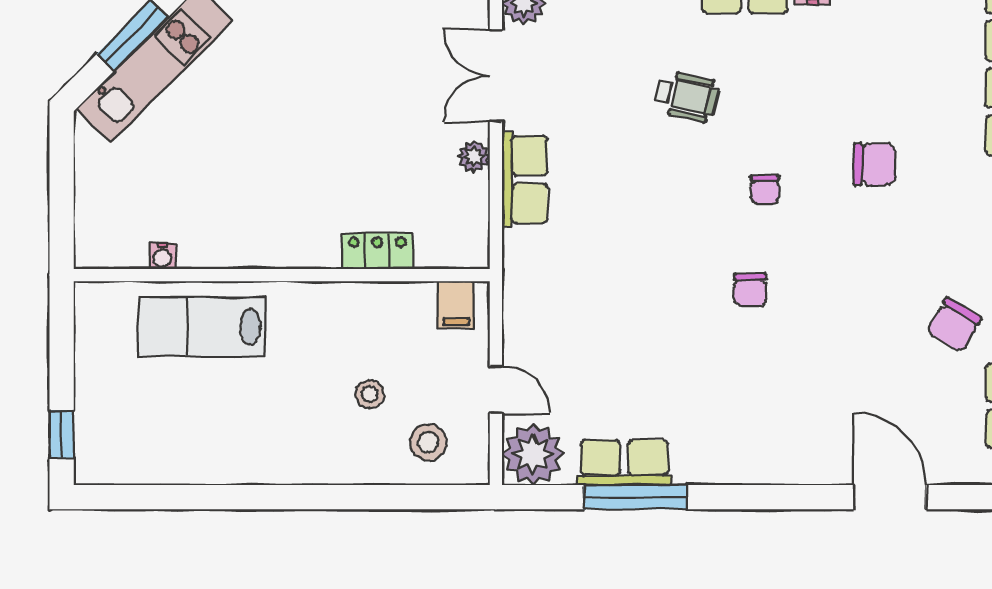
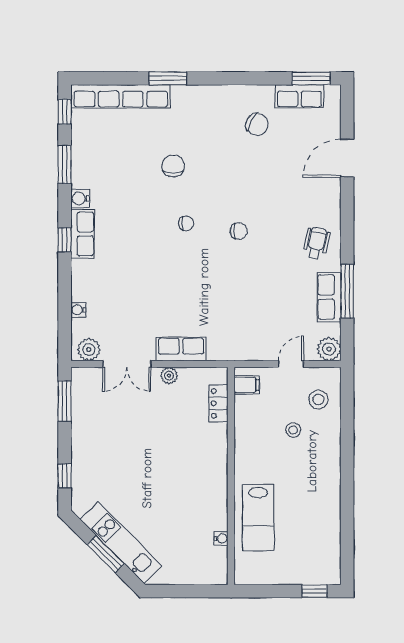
wheelchair: (687, 96) -> (316, 243), moved
locker: (377, 251) -> (218, 403), moved
plant: (533, 454) -> (329, 349), width x0.73, depth x0.73

